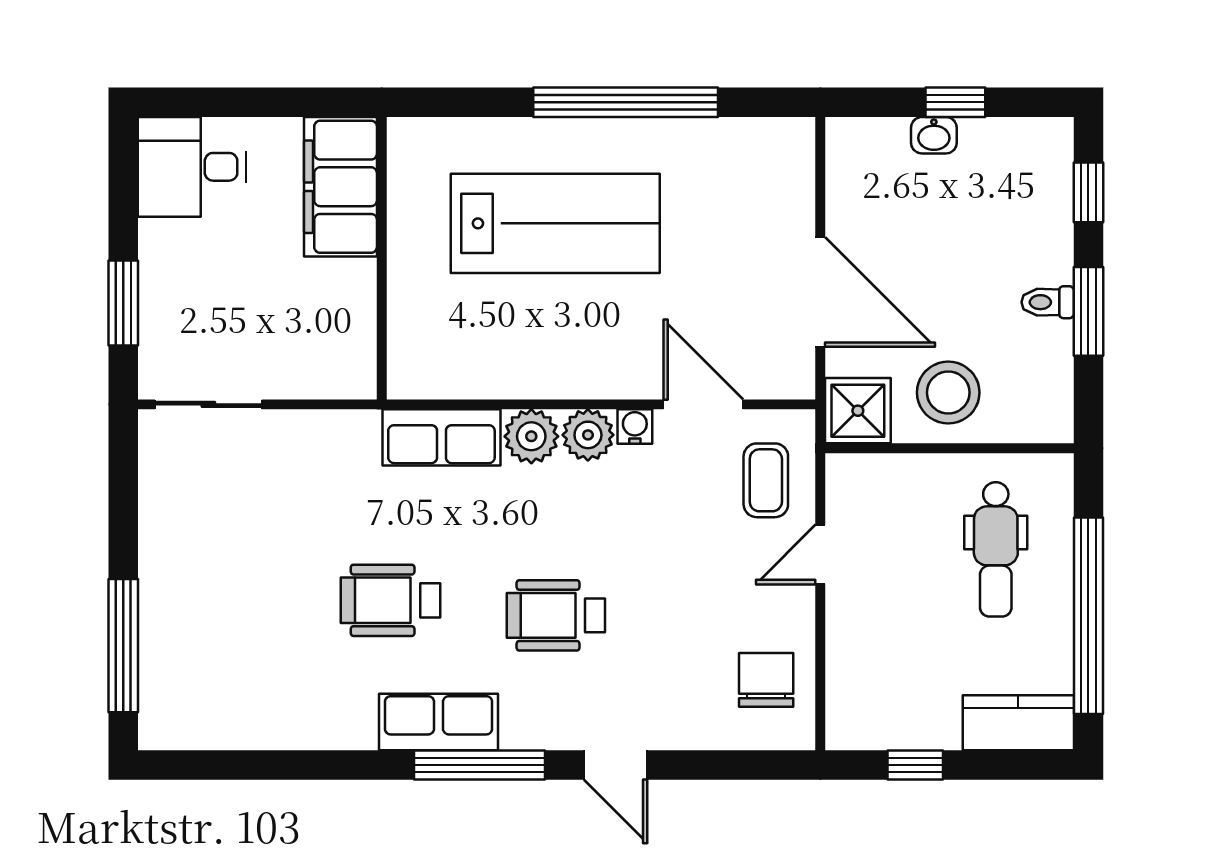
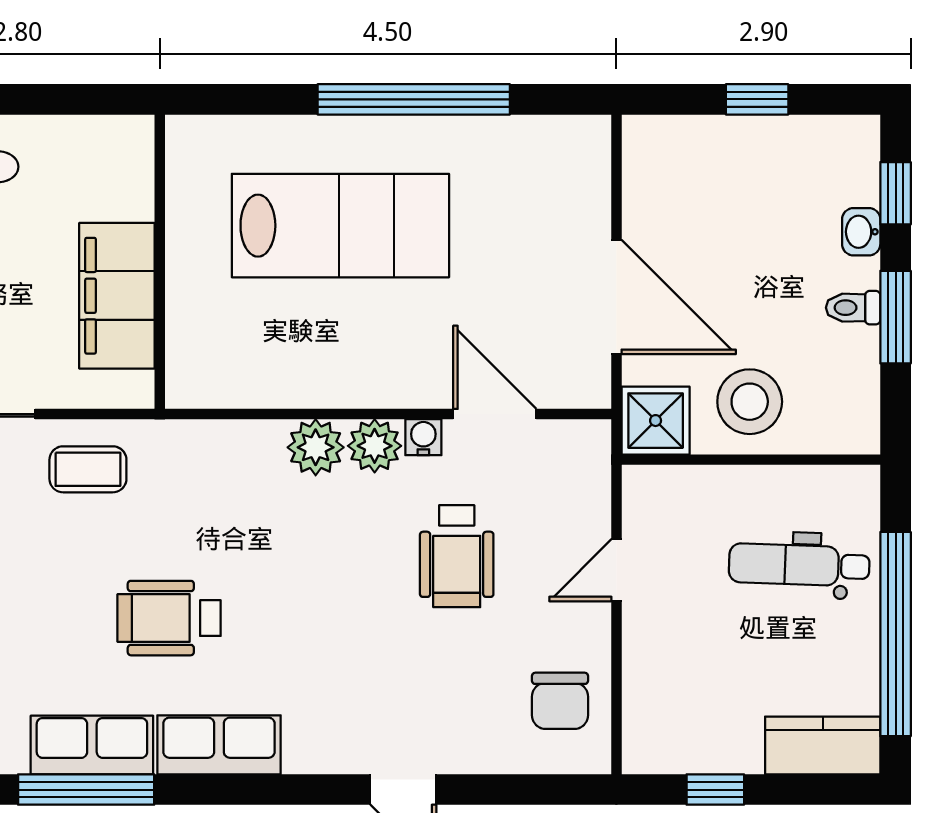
washbasin: (934, 135) -> (861, 232), moved, turned 90
filing cabinet: (341, 187) -> (117, 296), moved
row of seats: (441, 437) -> (92, 745), moved, turned 180
coffee table: (766, 480) -> (88, 469), moved, turned 90
dental chair: (996, 549) -> (799, 565), turned 92
wheelchair: (556, 615) -> (457, 556), moved, turned -90
chair: (766, 680) -> (560, 701), turned 180
window: (479, 765) -> (86, 790), moved

